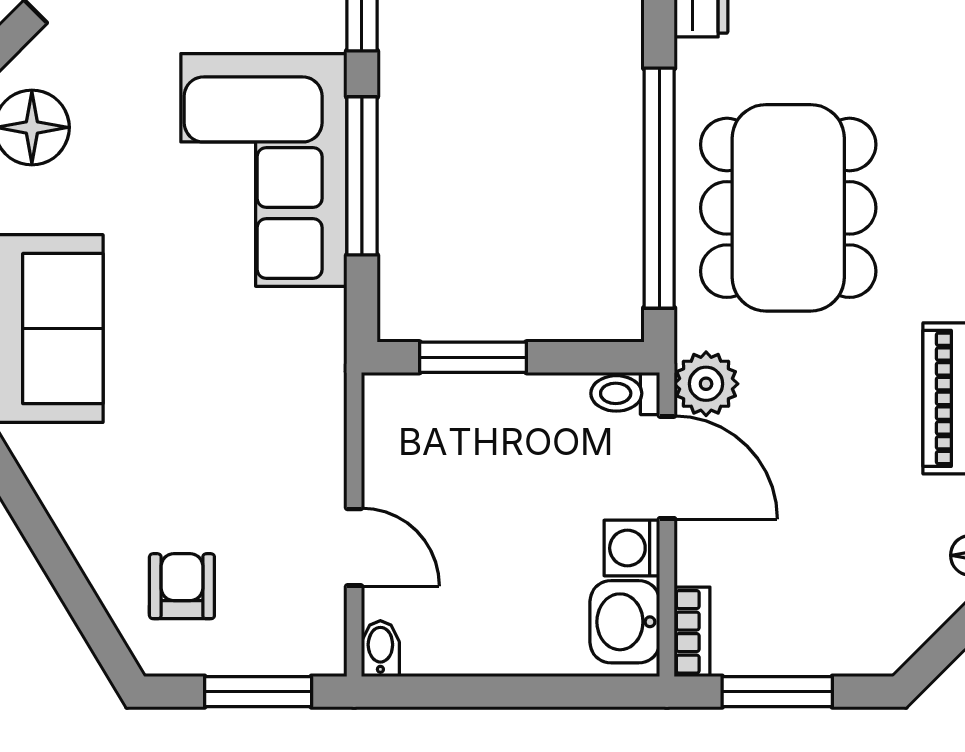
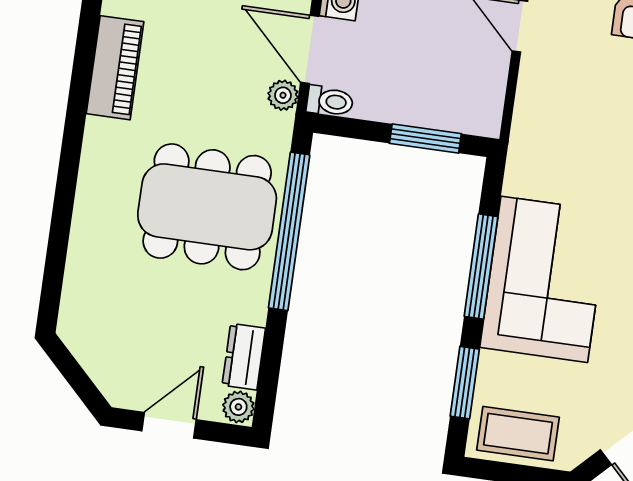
dining table: (788, 208) -> (207, 207), turned 90
plant: (706, 384) -> (283, 95), width x0.73, depth x0.73

